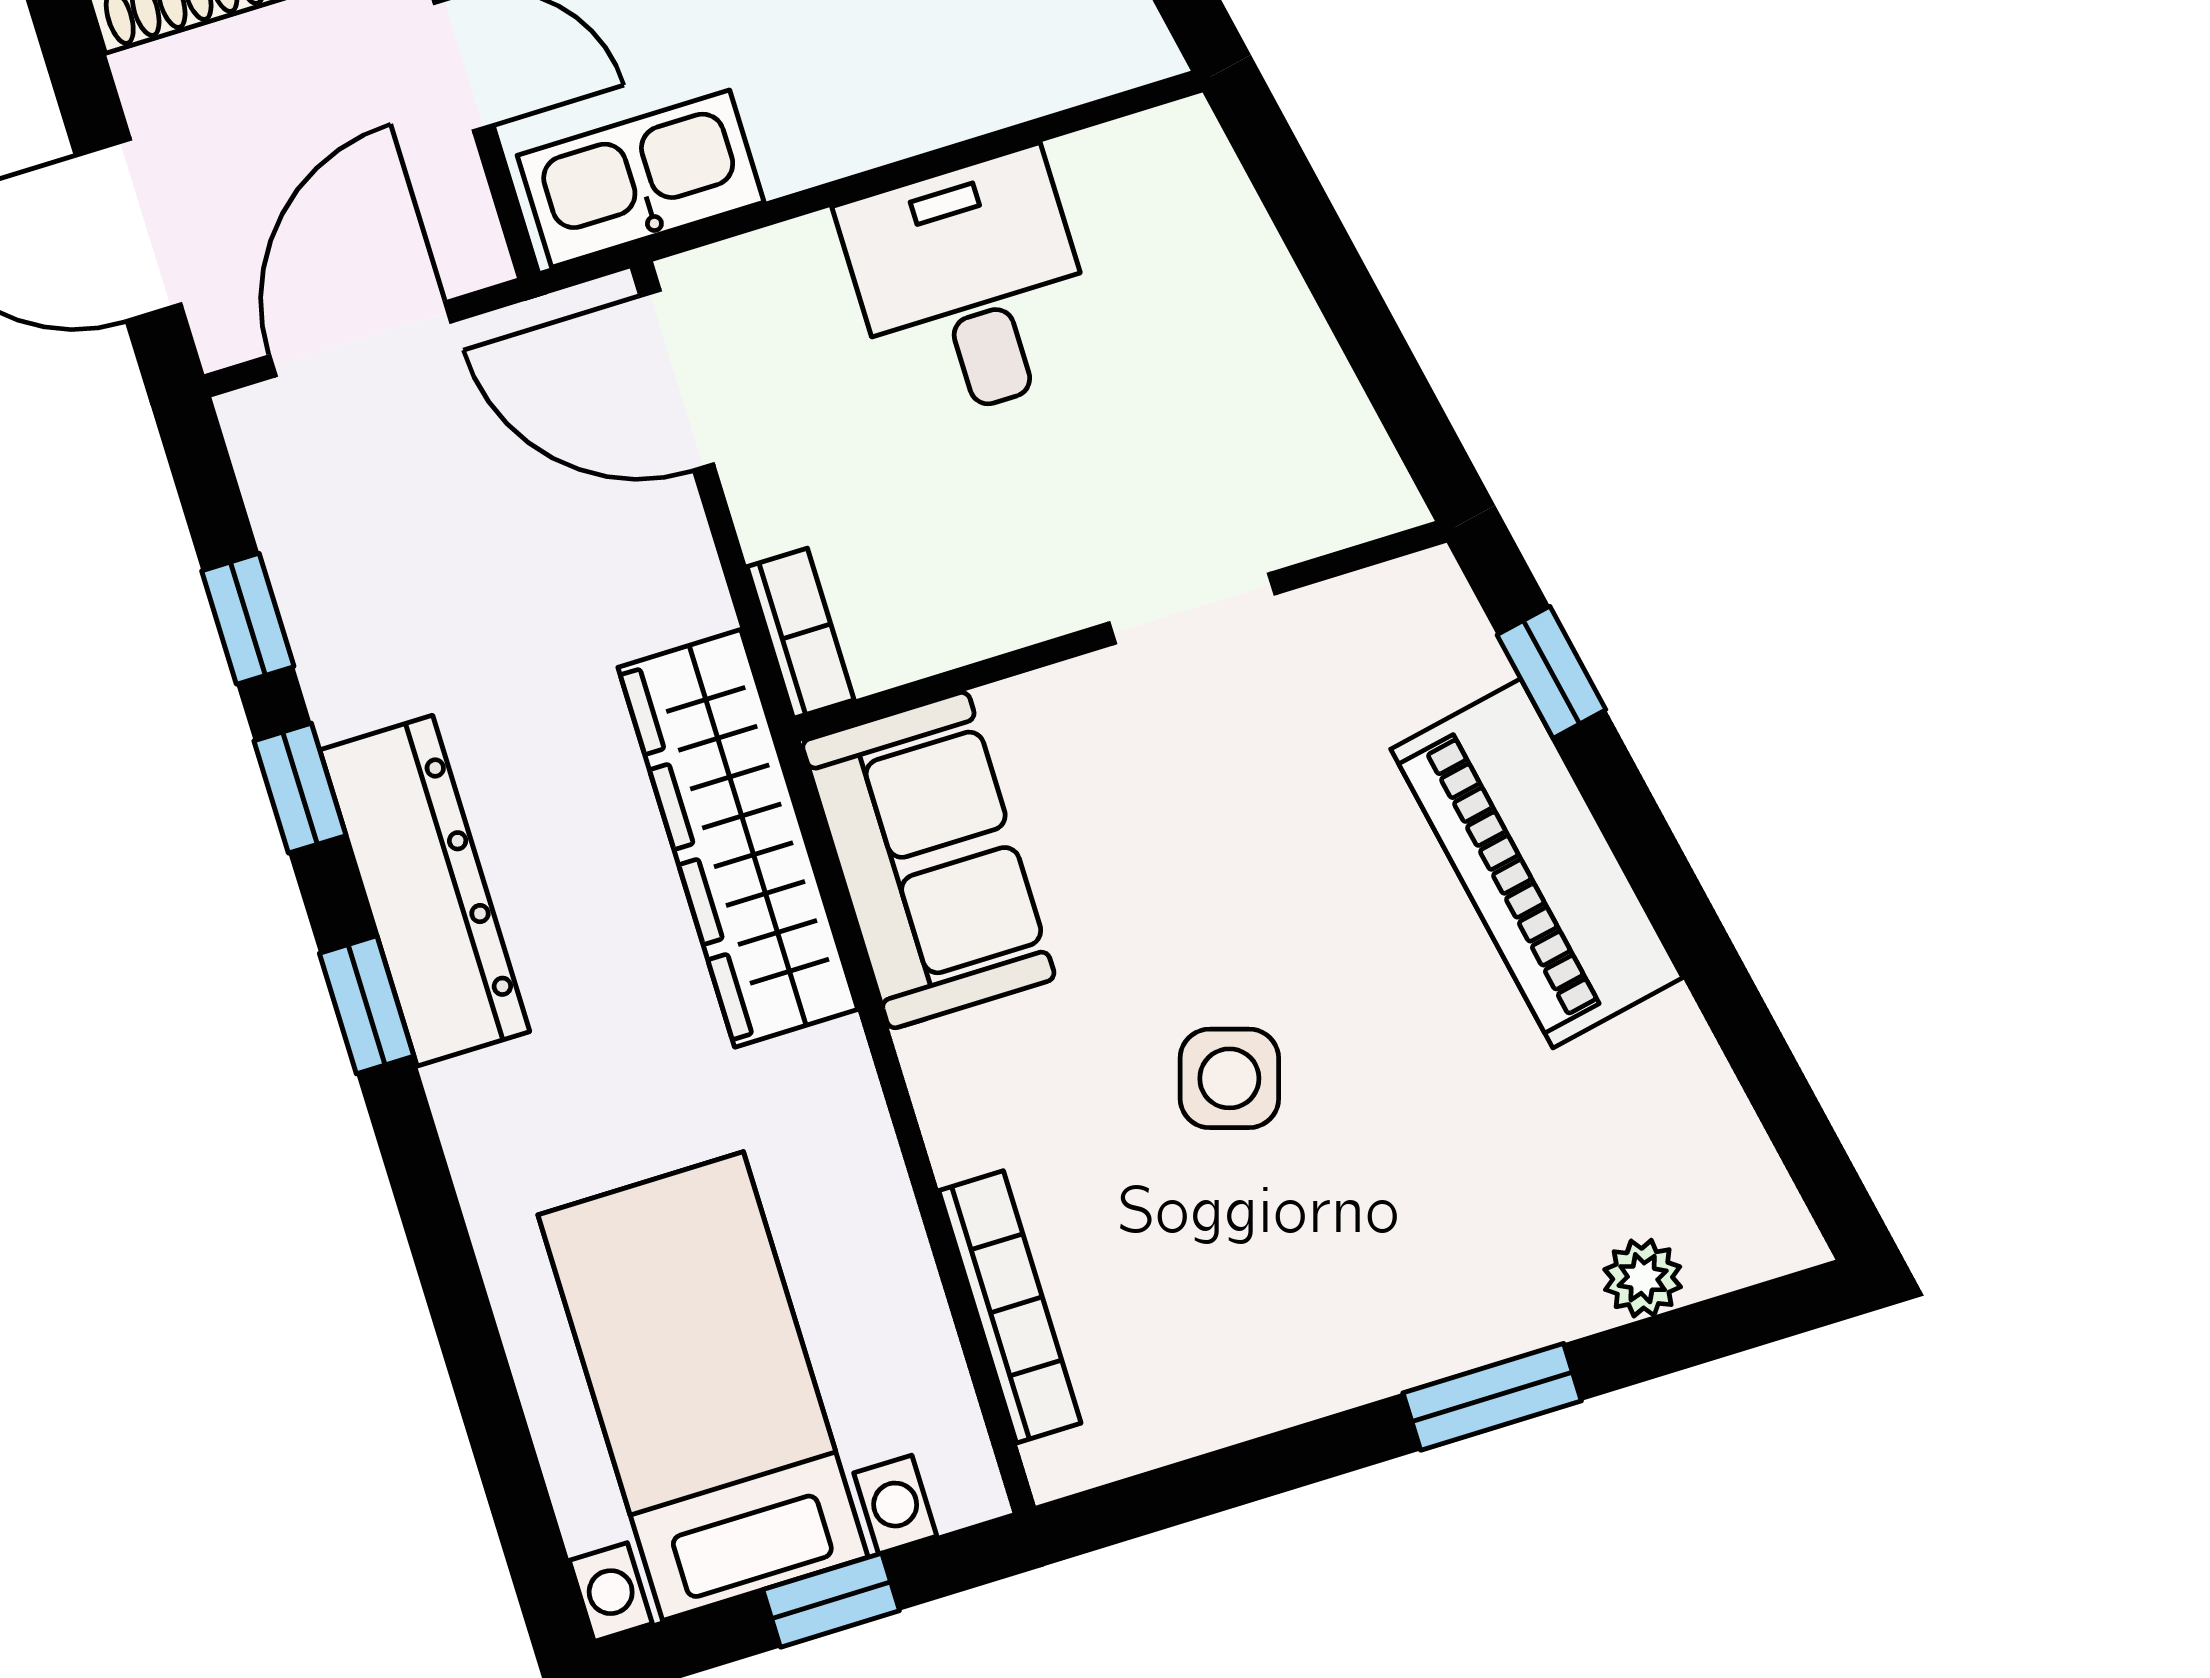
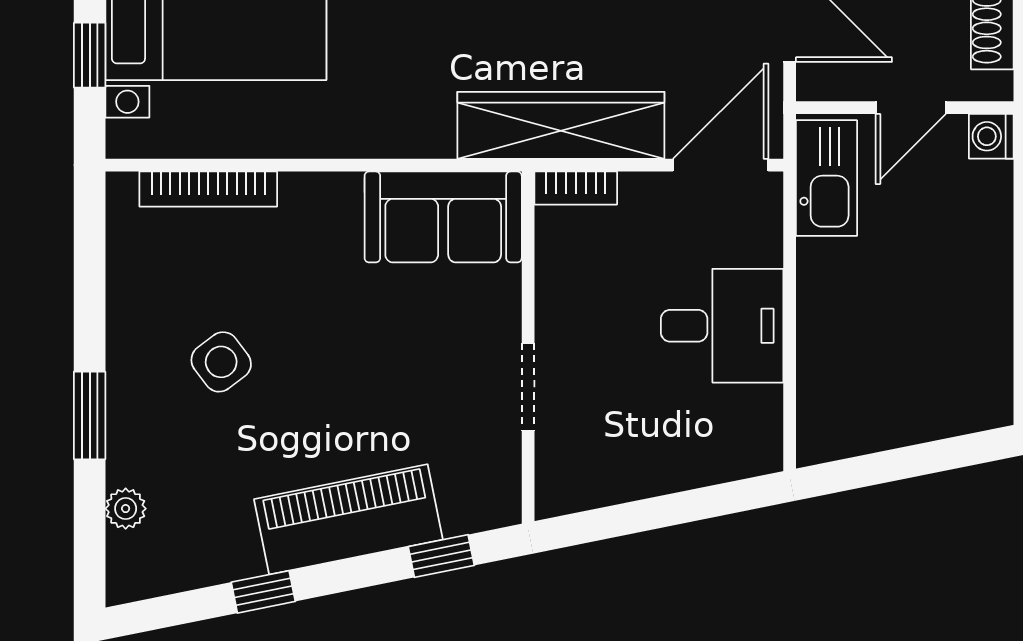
wardrobe: (738, 838) -> (561, 125), moved
window: (1718, 979) -> (263, 592), added
side table: (1229, 1078) -> (221, 362), moved, turned 36

